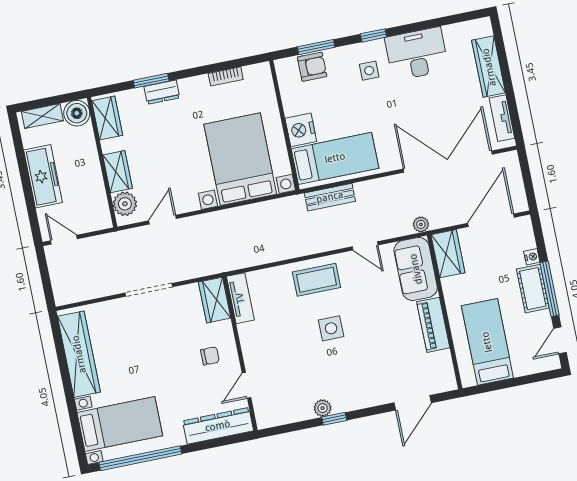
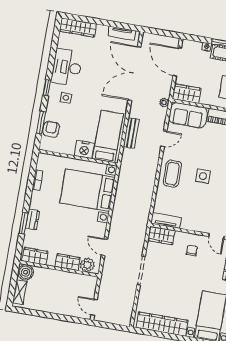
wardrobe: (489, 67) -> (78, 28), moved
freezer: (43, 176) -> (54, 305), removed
bench: (330, 197) -> (131, 133), moved
door: (64, 240) -> (94, 307), hinge flipped

